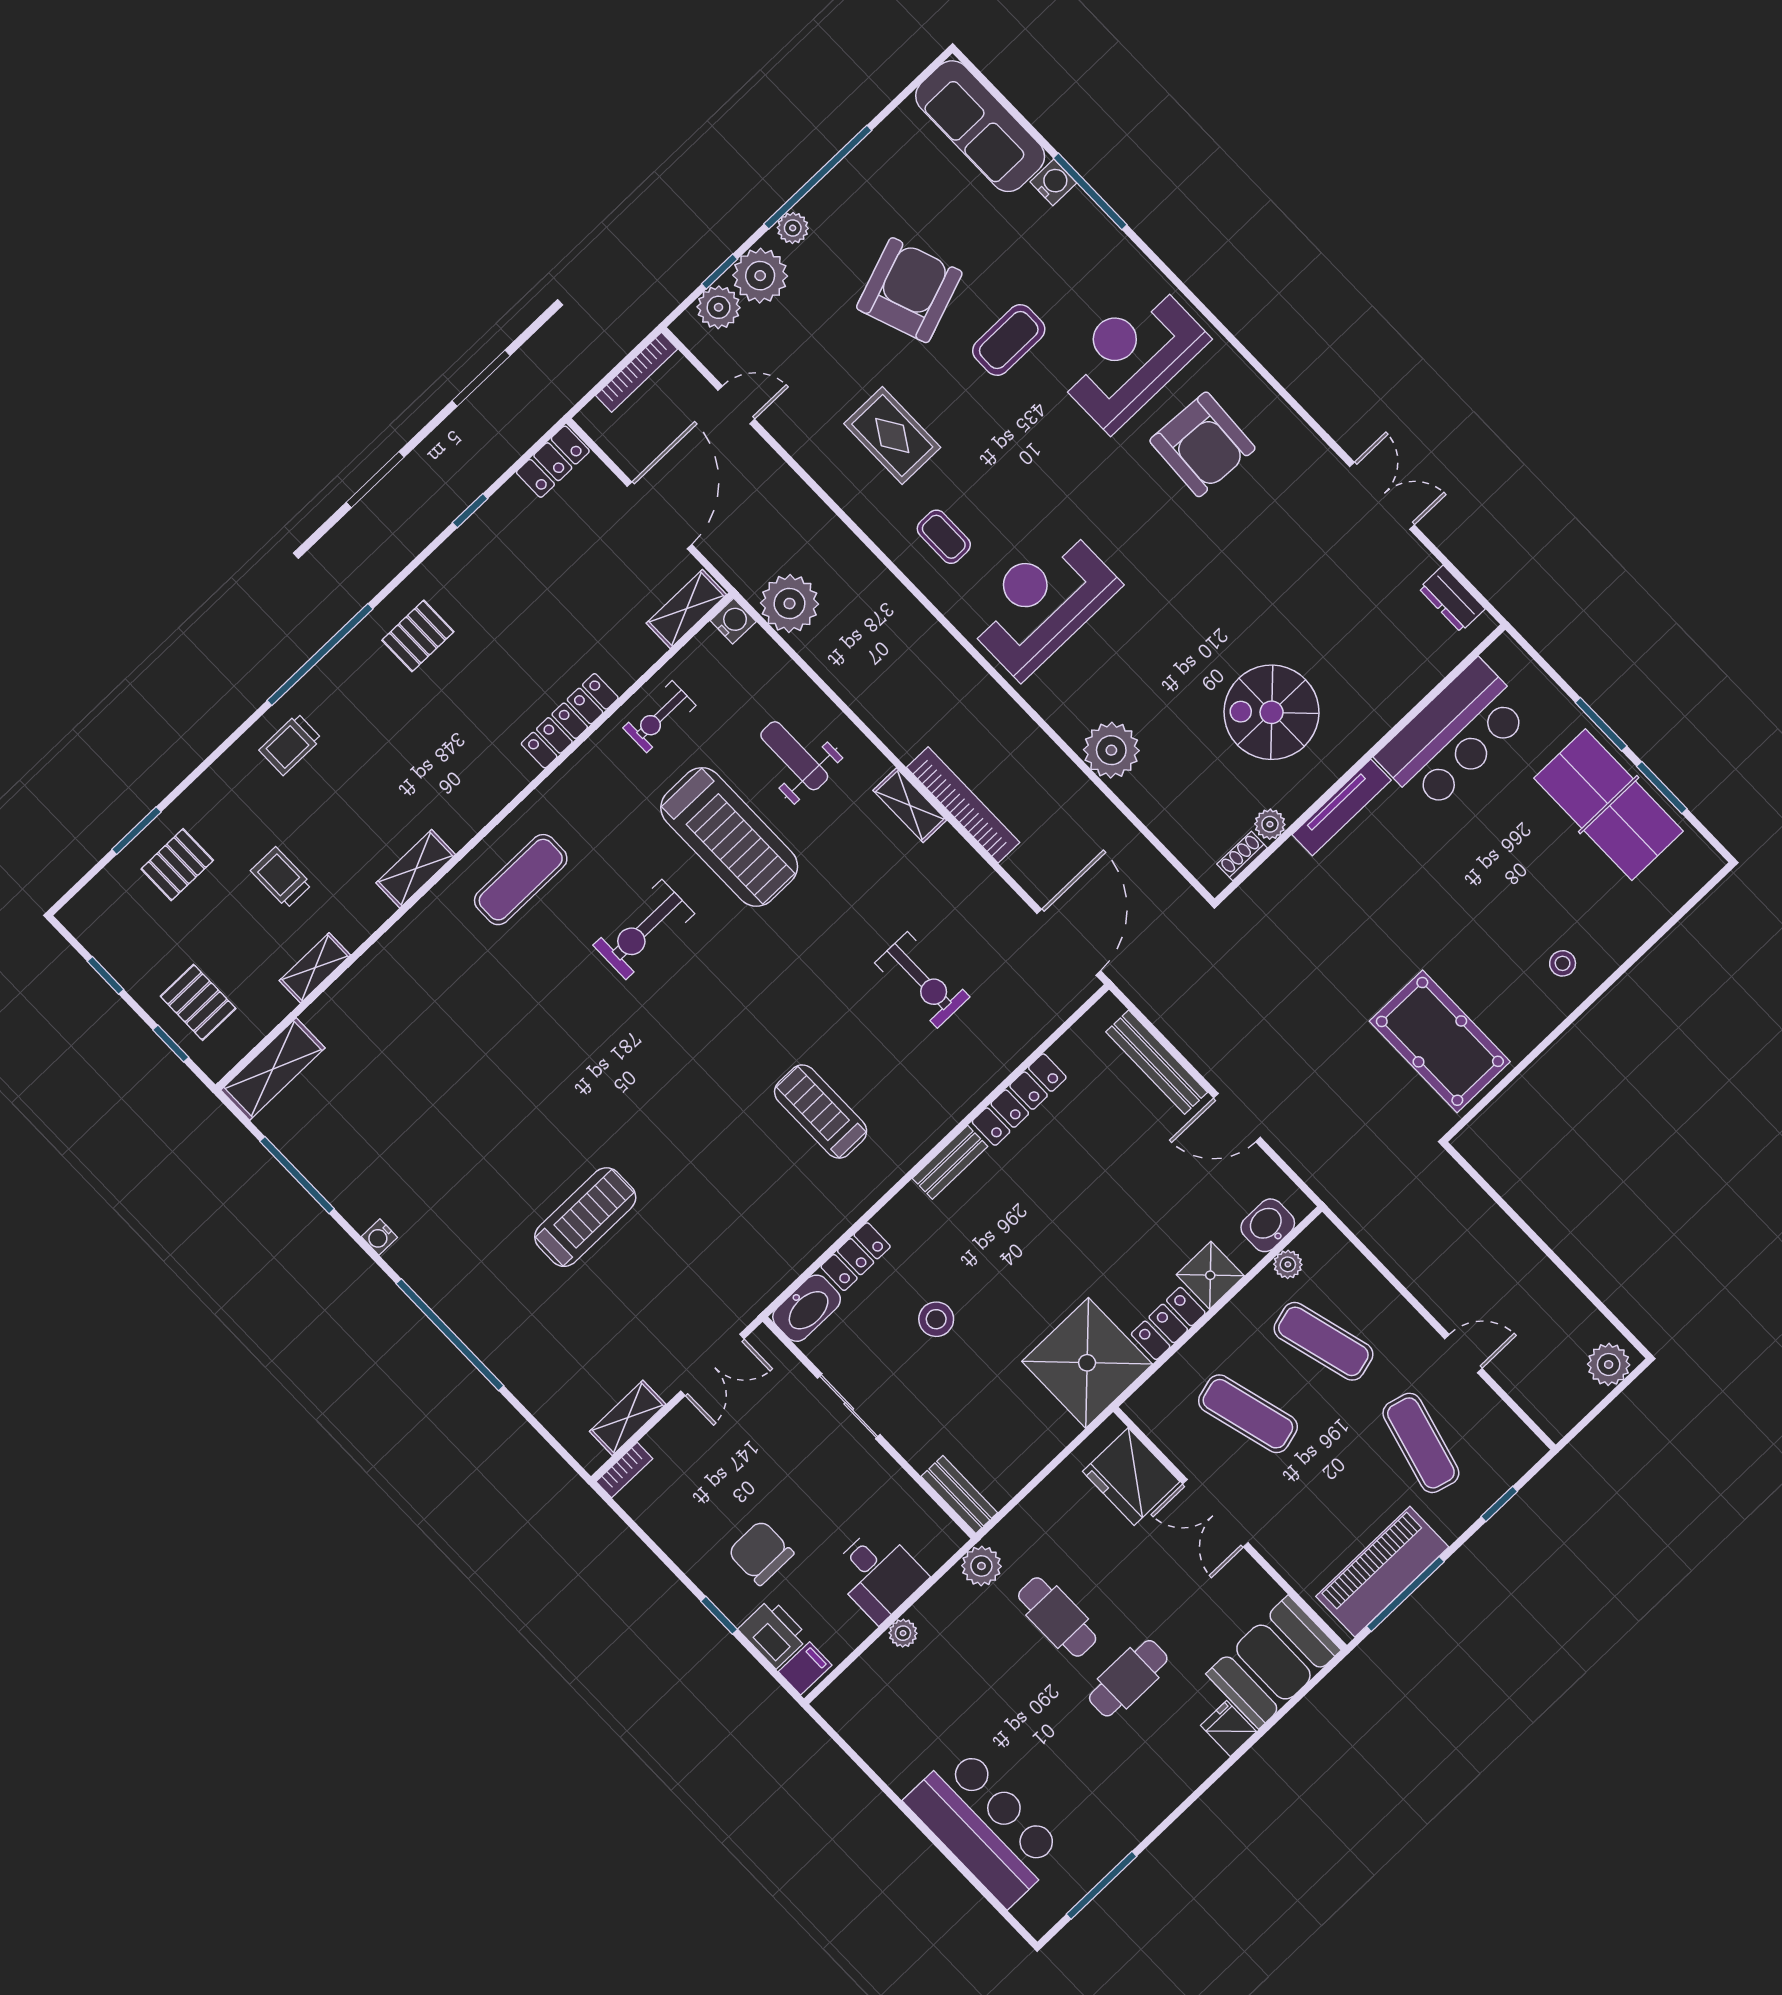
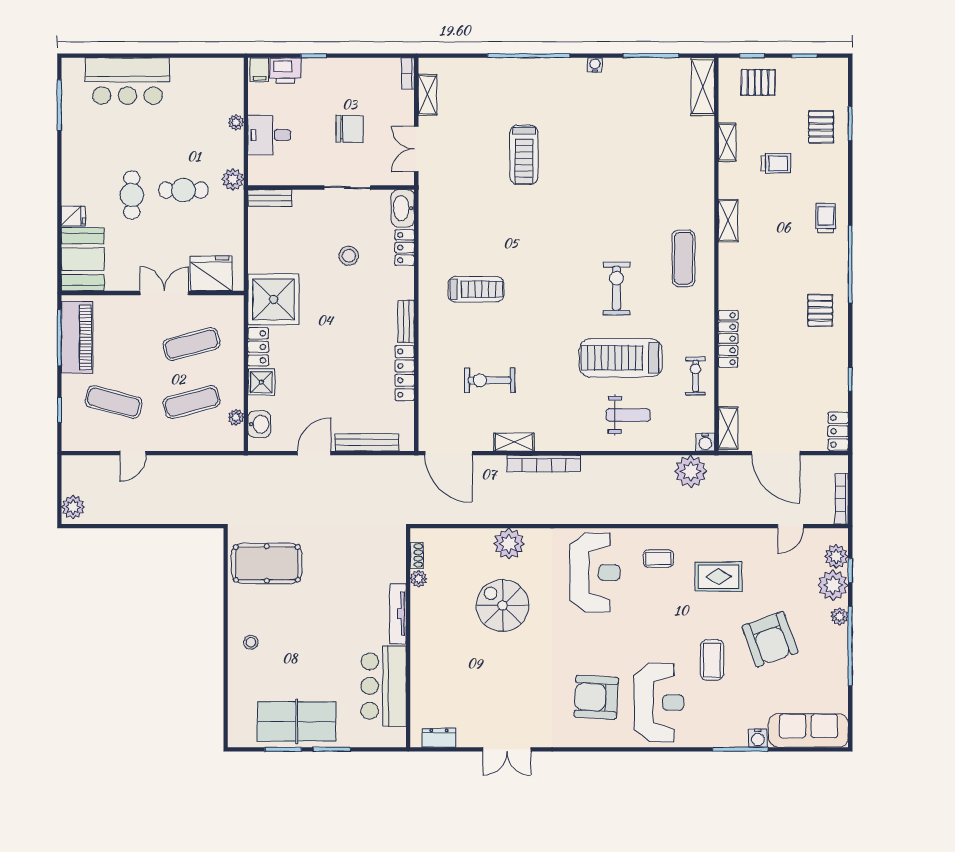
spiral stairs: (1272, 712) -> (503, 605), moved, turned -90
shelving: (910, 805) -> (514, 442), moved
chair: (761, 1553) -> (350, 129), moved

